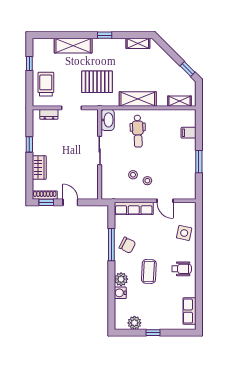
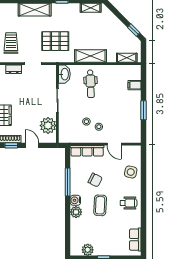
plant: (89, 179) -> (48, 126), added
chair: (127, 245) -> (95, 180), moved
water cooler: (120, 293) -> (75, 200), moved

